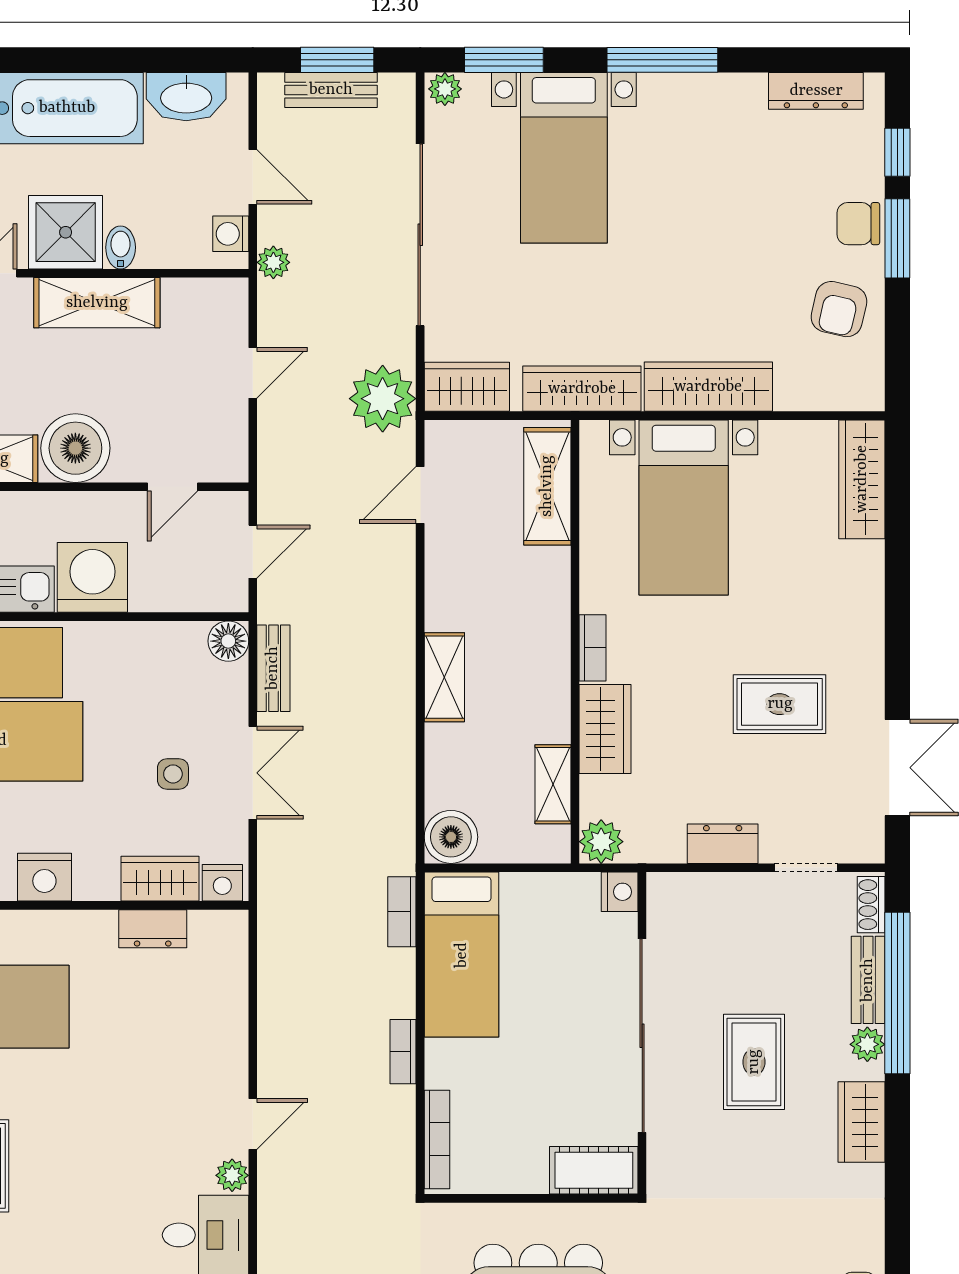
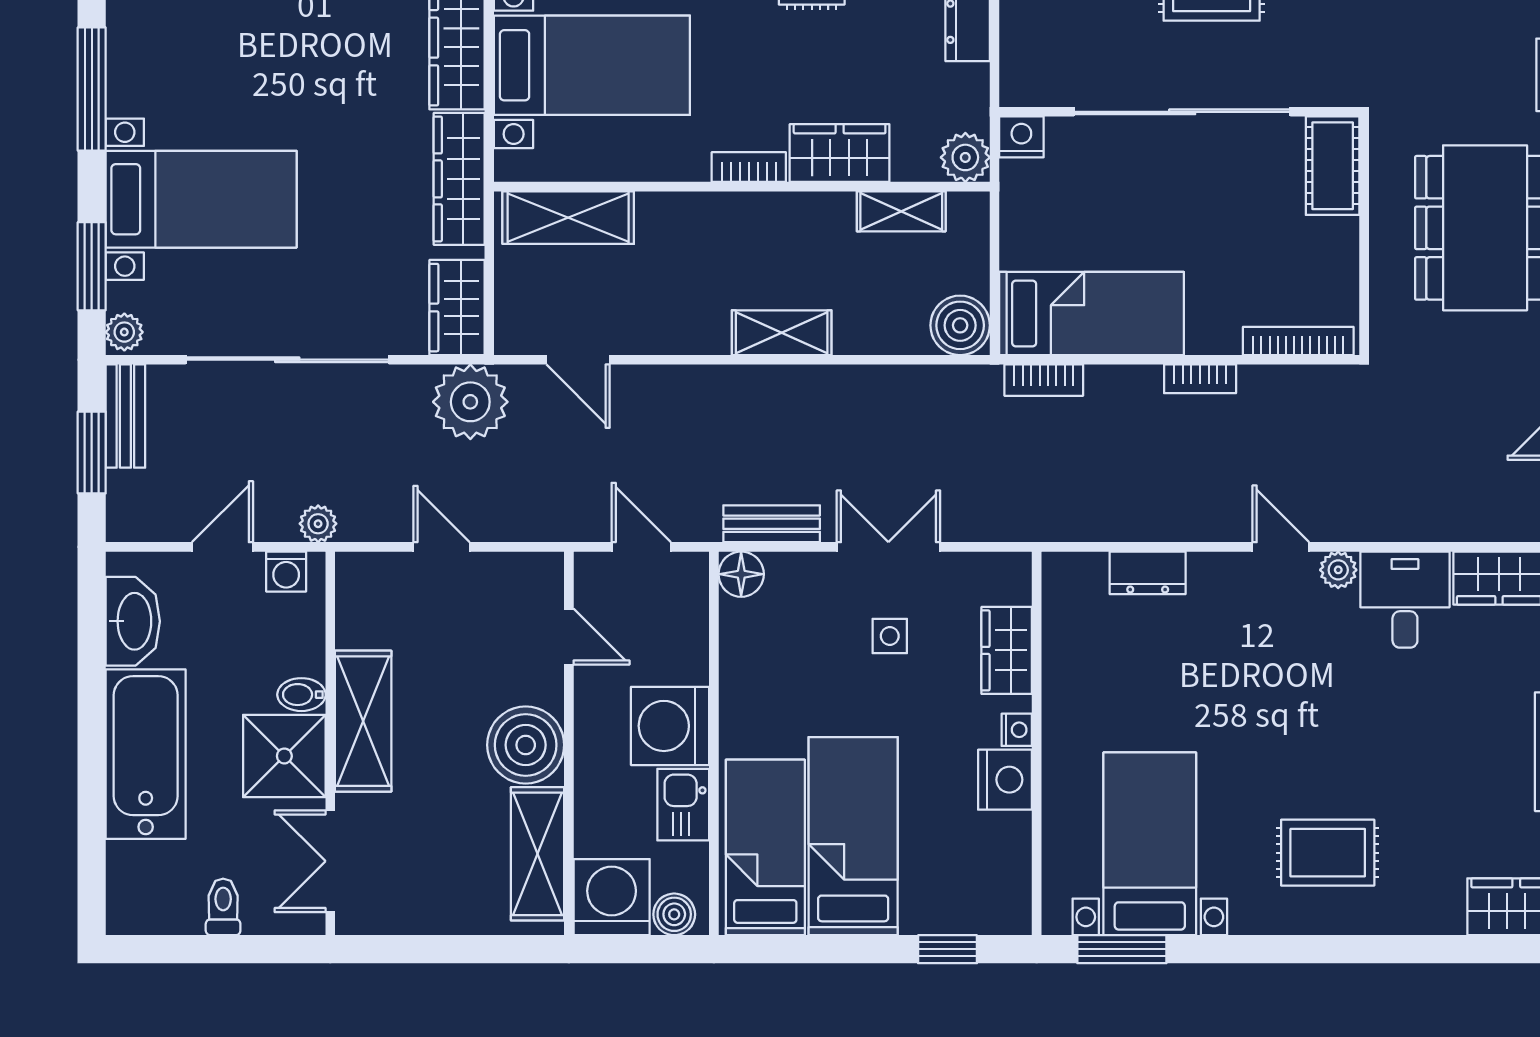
bench: (331, 90) -> (125, 416), moved
nightstand: (222, 883) -> (1017, 730), moved, width x0.72, depth x0.74
dresser: (153, 929) -> (1148, 573), moved, turned 90

